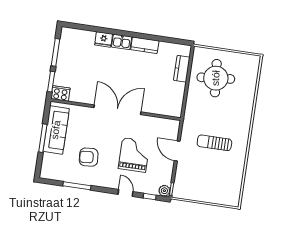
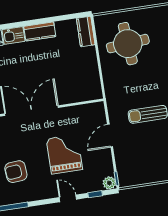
kitchen counter: (182, 69) -> (86, 31), moved
door: (177, 151) -> (110, 136), hinge flipped

